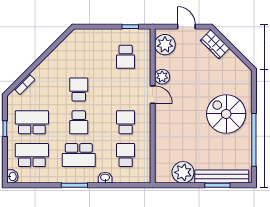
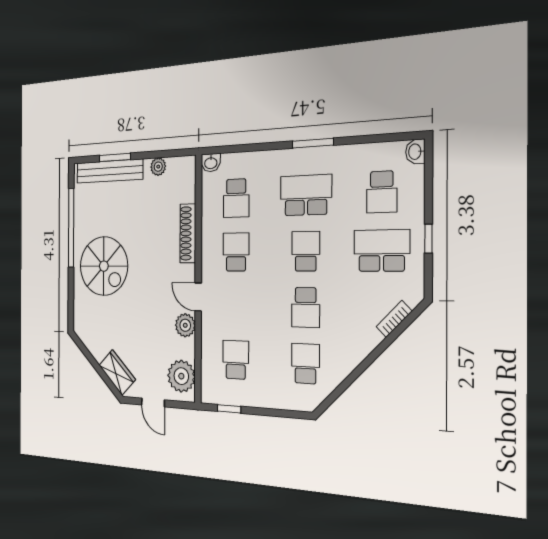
school desk: (79, 57) -> (305, 364), added
school desk: (32, 122) -> (382, 250), turned 180
school desk: (126, 122) -> (236, 252), turned 180
shoe rack: (160, 134) -> (188, 233), added
school desk: (32, 155) -> (382, 192), width x0.54
plant: (183, 172) -> (158, 167), width x0.53, depth x0.53
washbasin: (105, 178) -> (211, 163), moved

